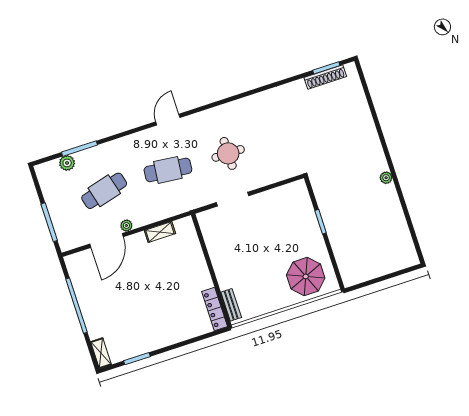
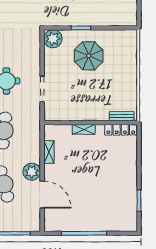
plant: (297, 193) -> (53, 39), added
plant: (126, 225) -> (32, 172), width x1.87, depth x1.87
parasol: (306, 276) -> (89, 56), moved
shelving: (101, 353) -> (84, 129), moved

